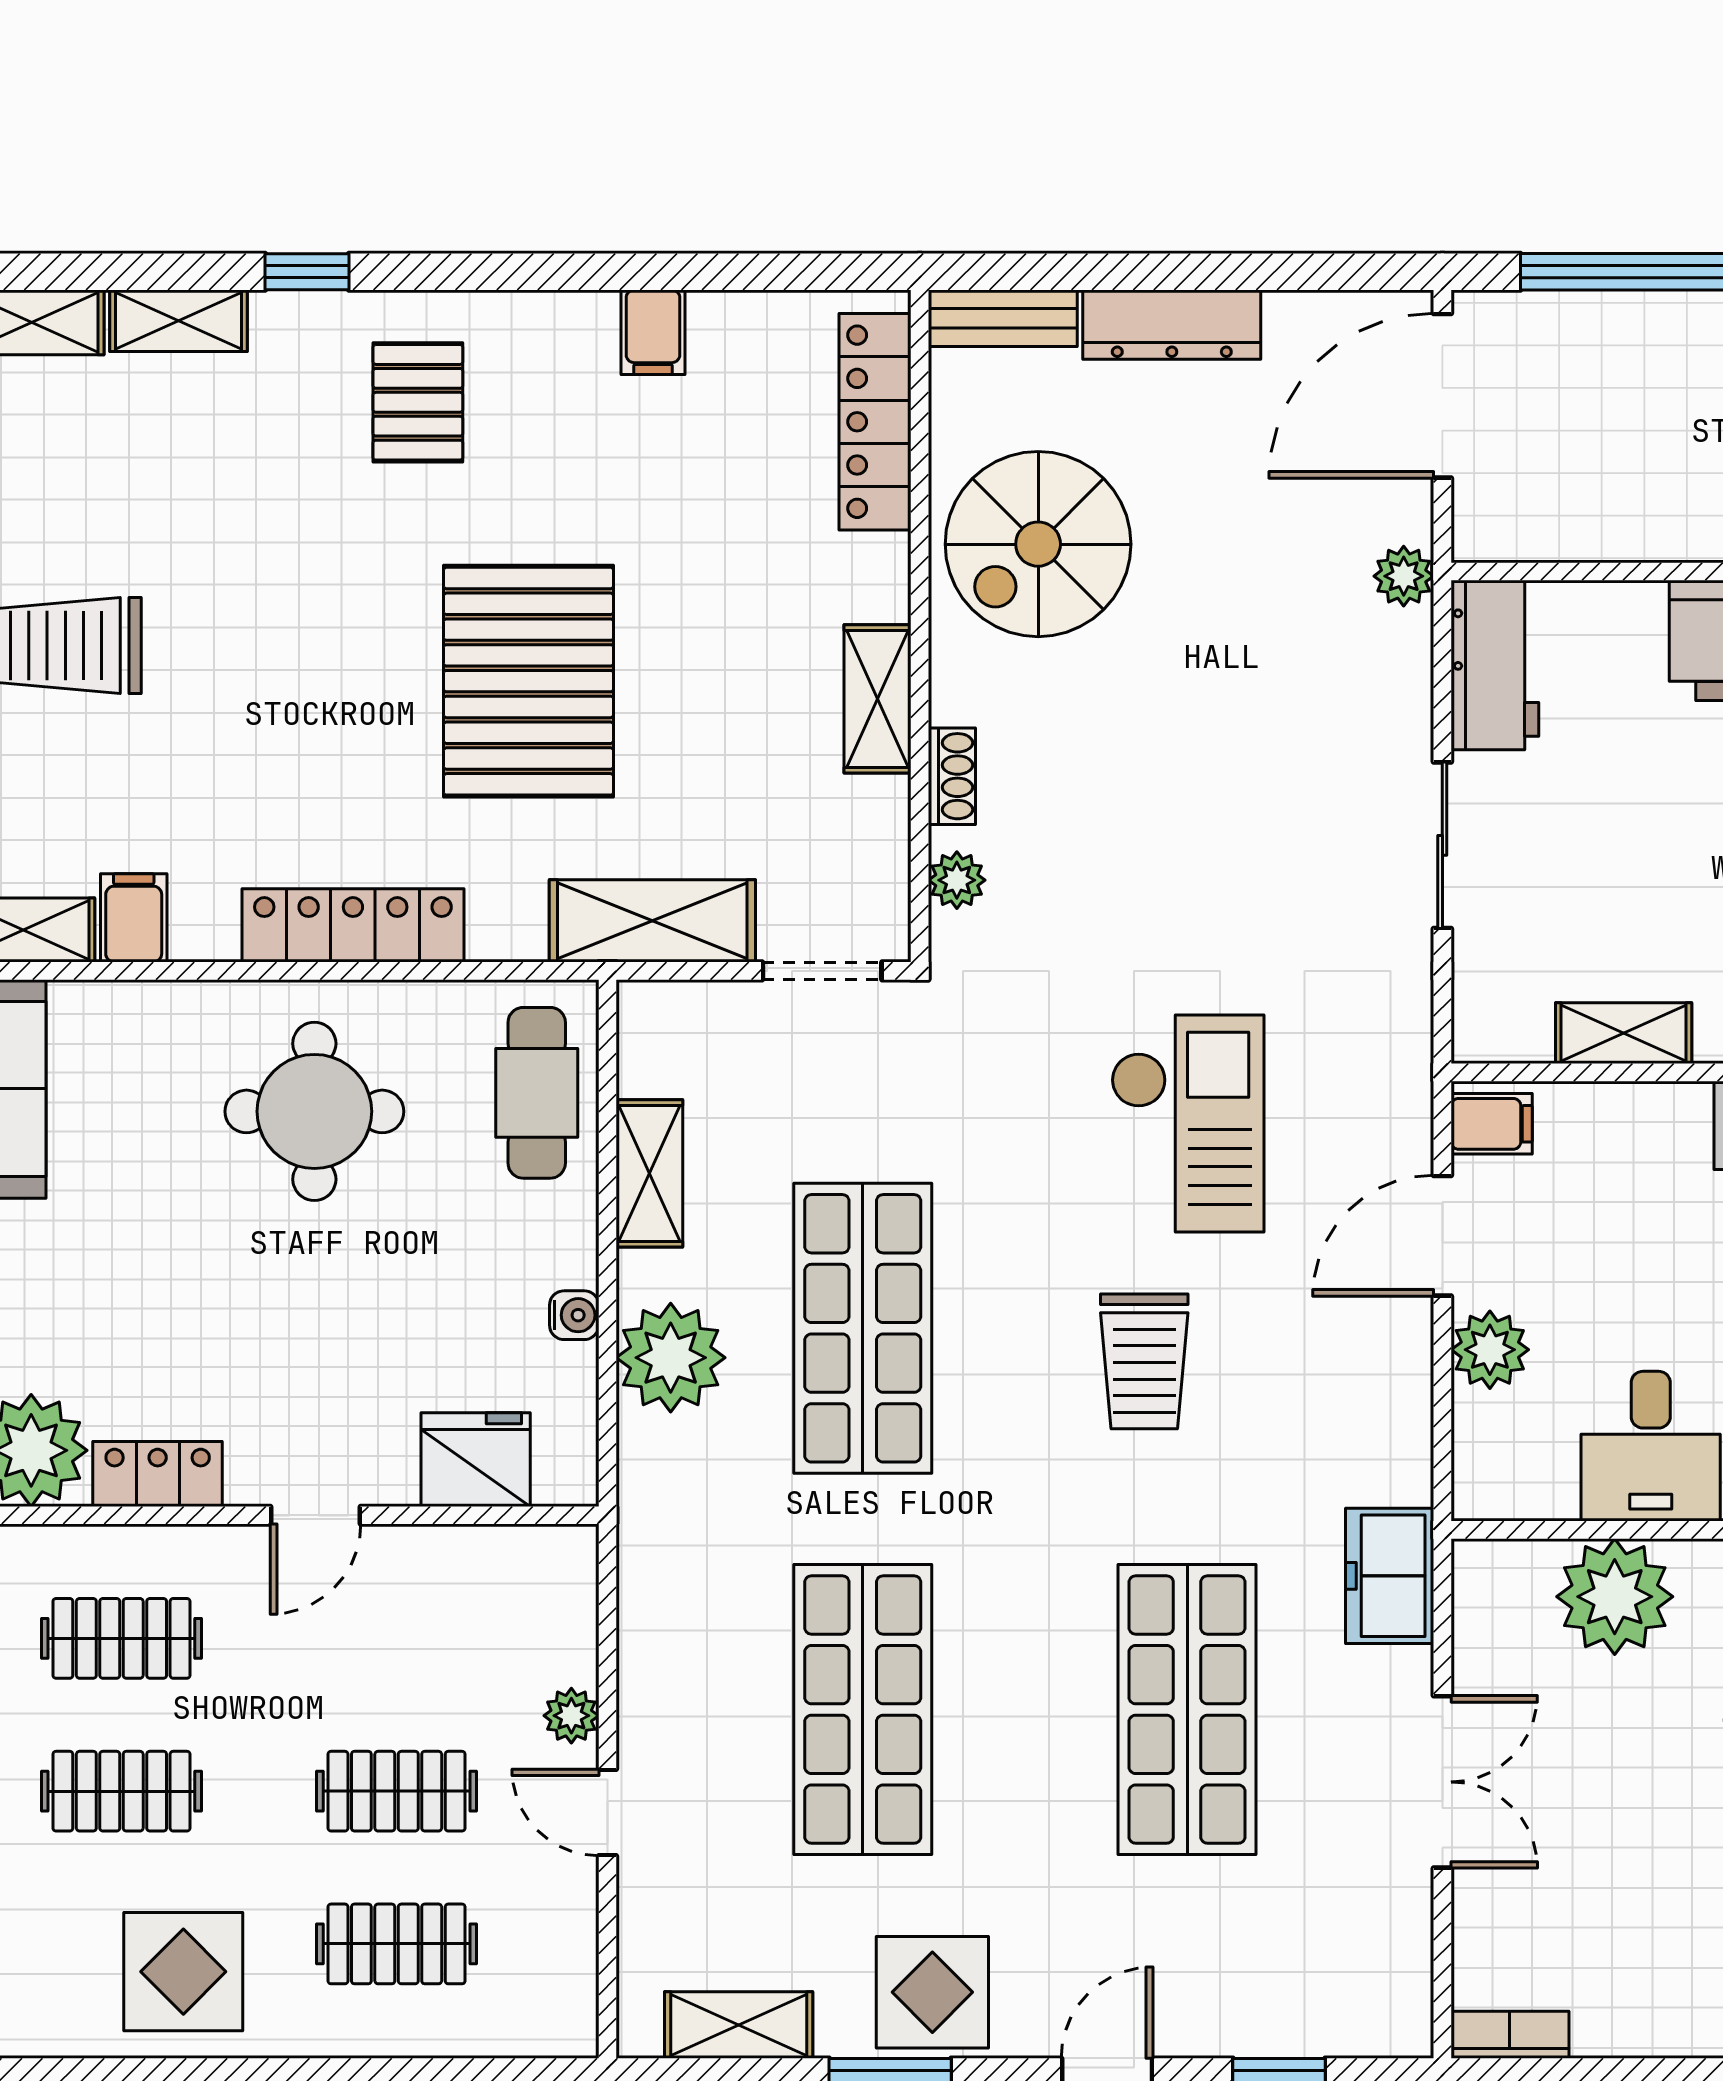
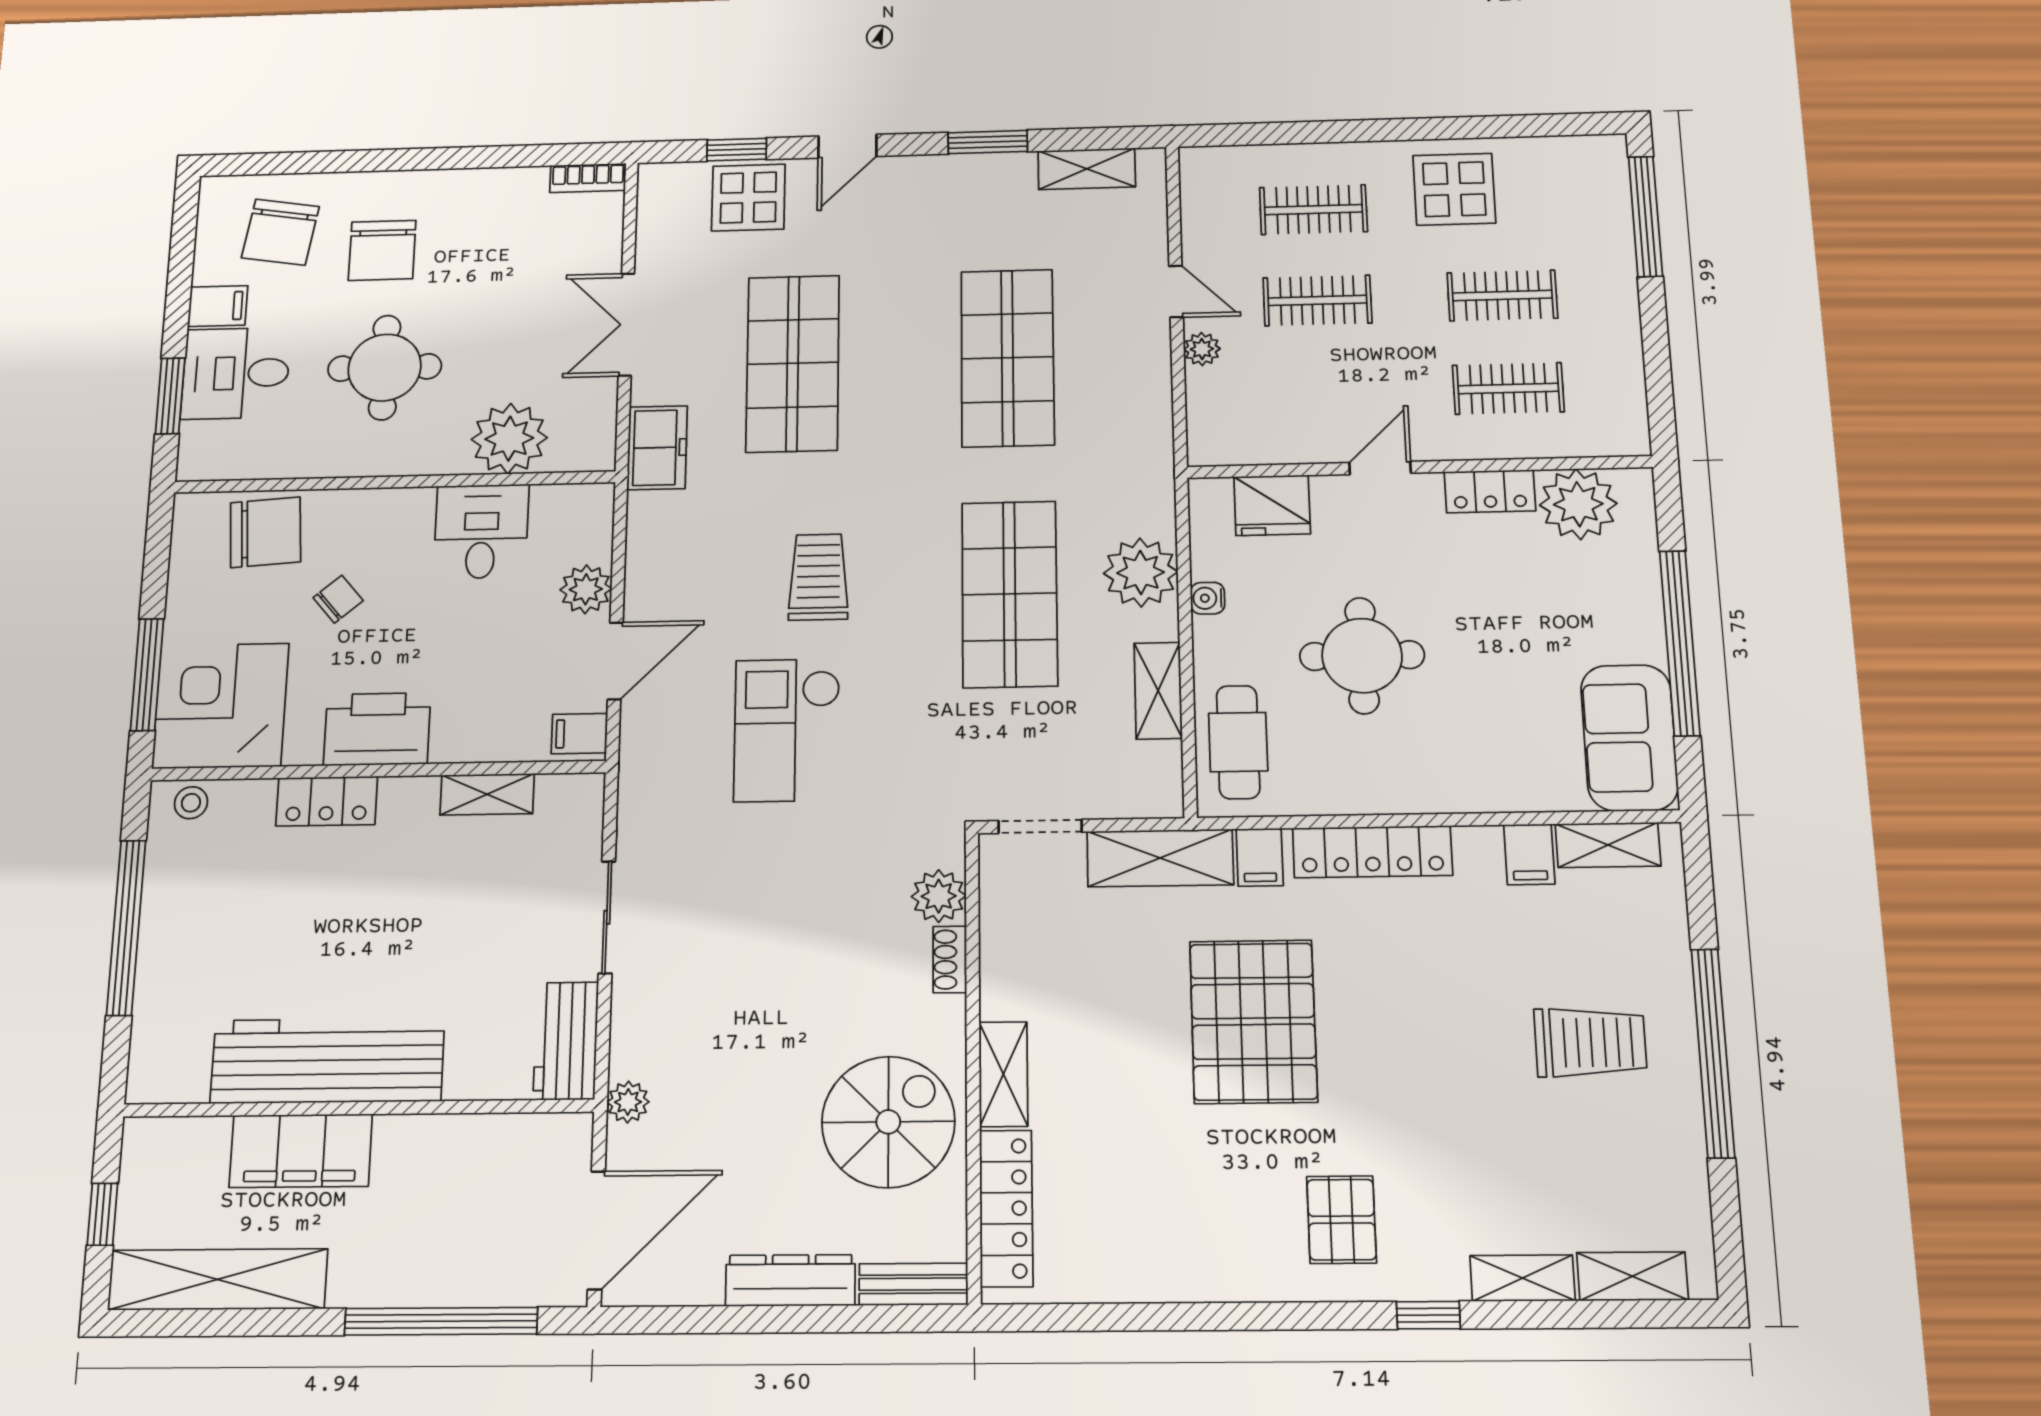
filing cabinet: (653, 332) -> (1260, 857), moved, turned 180
shelving: (878, 699) -> (1003, 1074), moved
plant: (957, 880) -> (939, 896), width x1.38, depth x1.38
round table: (314, 1111) -> (1362, 656), moved
display table: (932, 1992) -> (748, 198), moved

